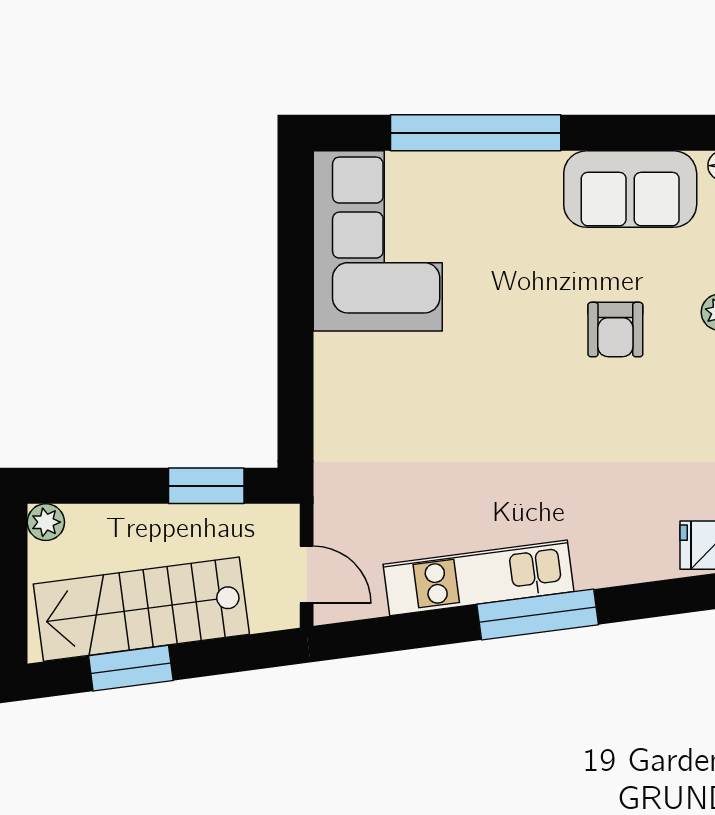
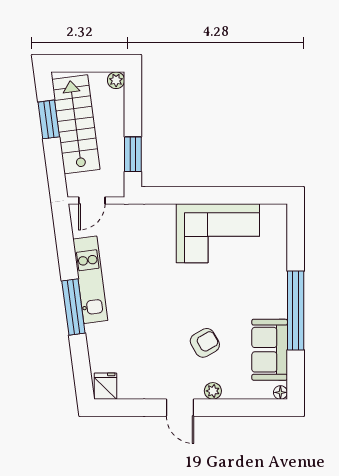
window: (476, 133) -> (296, 311), moved
corner sofa: (378, 241) -> (218, 233), moved
armchair: (615, 330) -> (205, 343), turned 150

